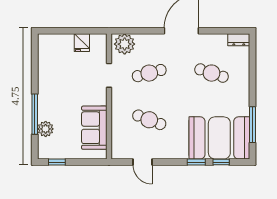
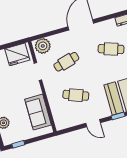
fridge: (82, 43) -> (17, 54), width x1.88, depth x1.34
door: (142, 162) -> (93, 123), moved

